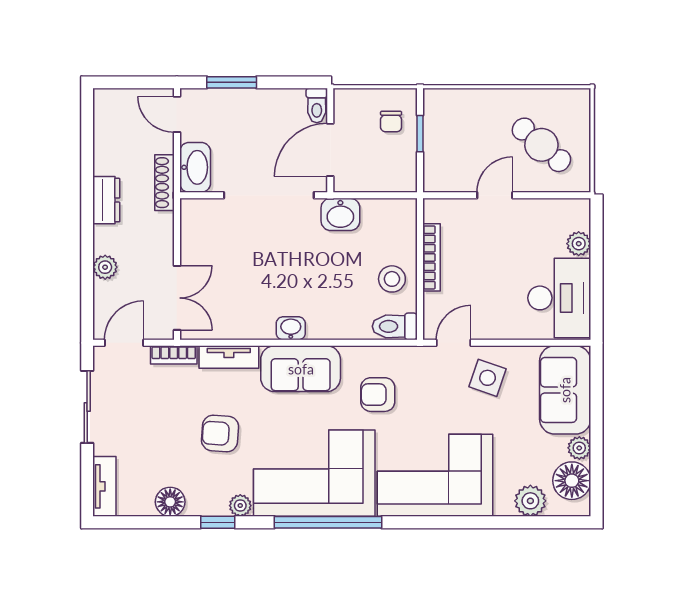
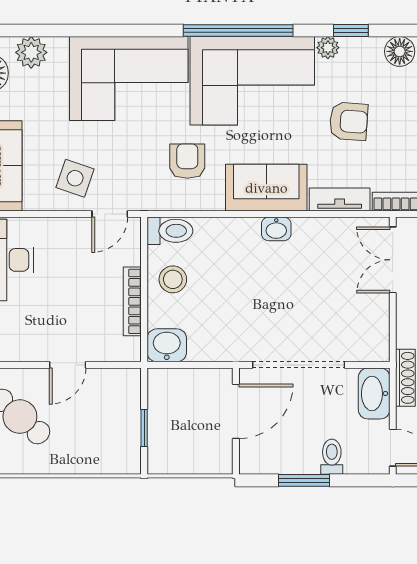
window: (232, 82) -> (304, 480), moved
toilet: (317, 105) -> (332, 457), moved
chair: (391, 122) -> (174, 440), removed
washbasin: (340, 214) -> (167, 345), moved
armchair: (378, 395) -> (187, 161), turned -90

